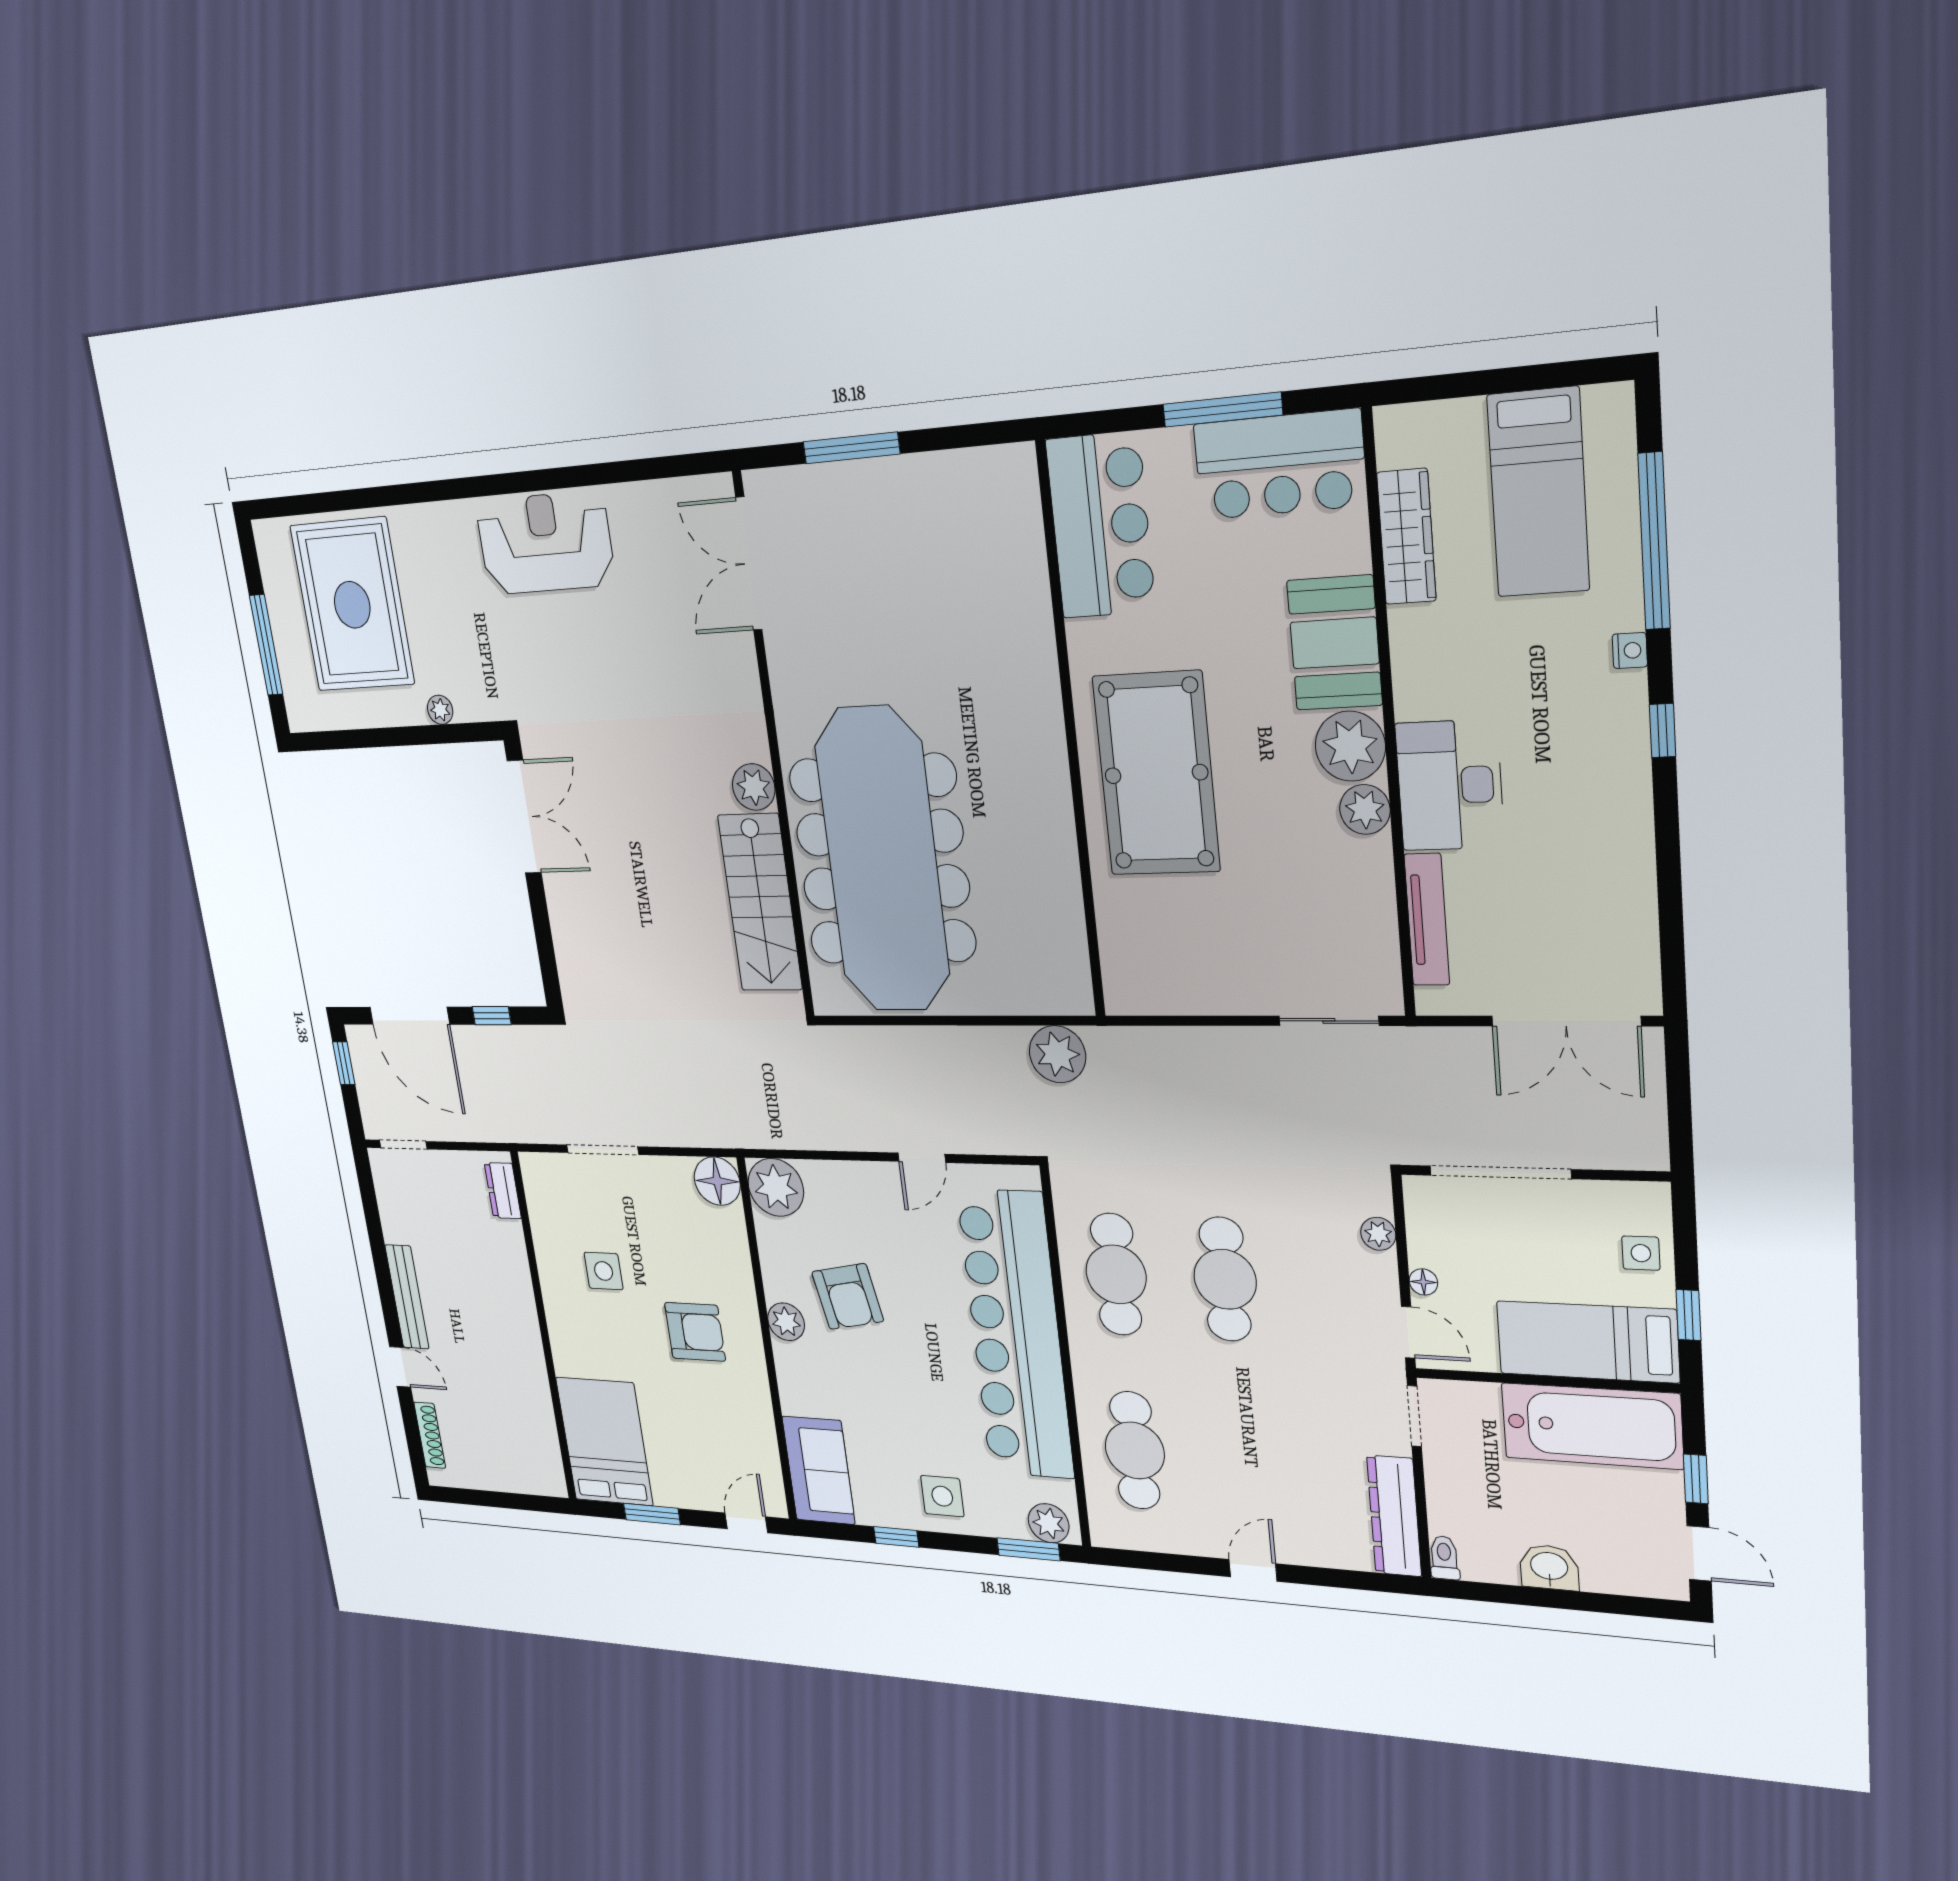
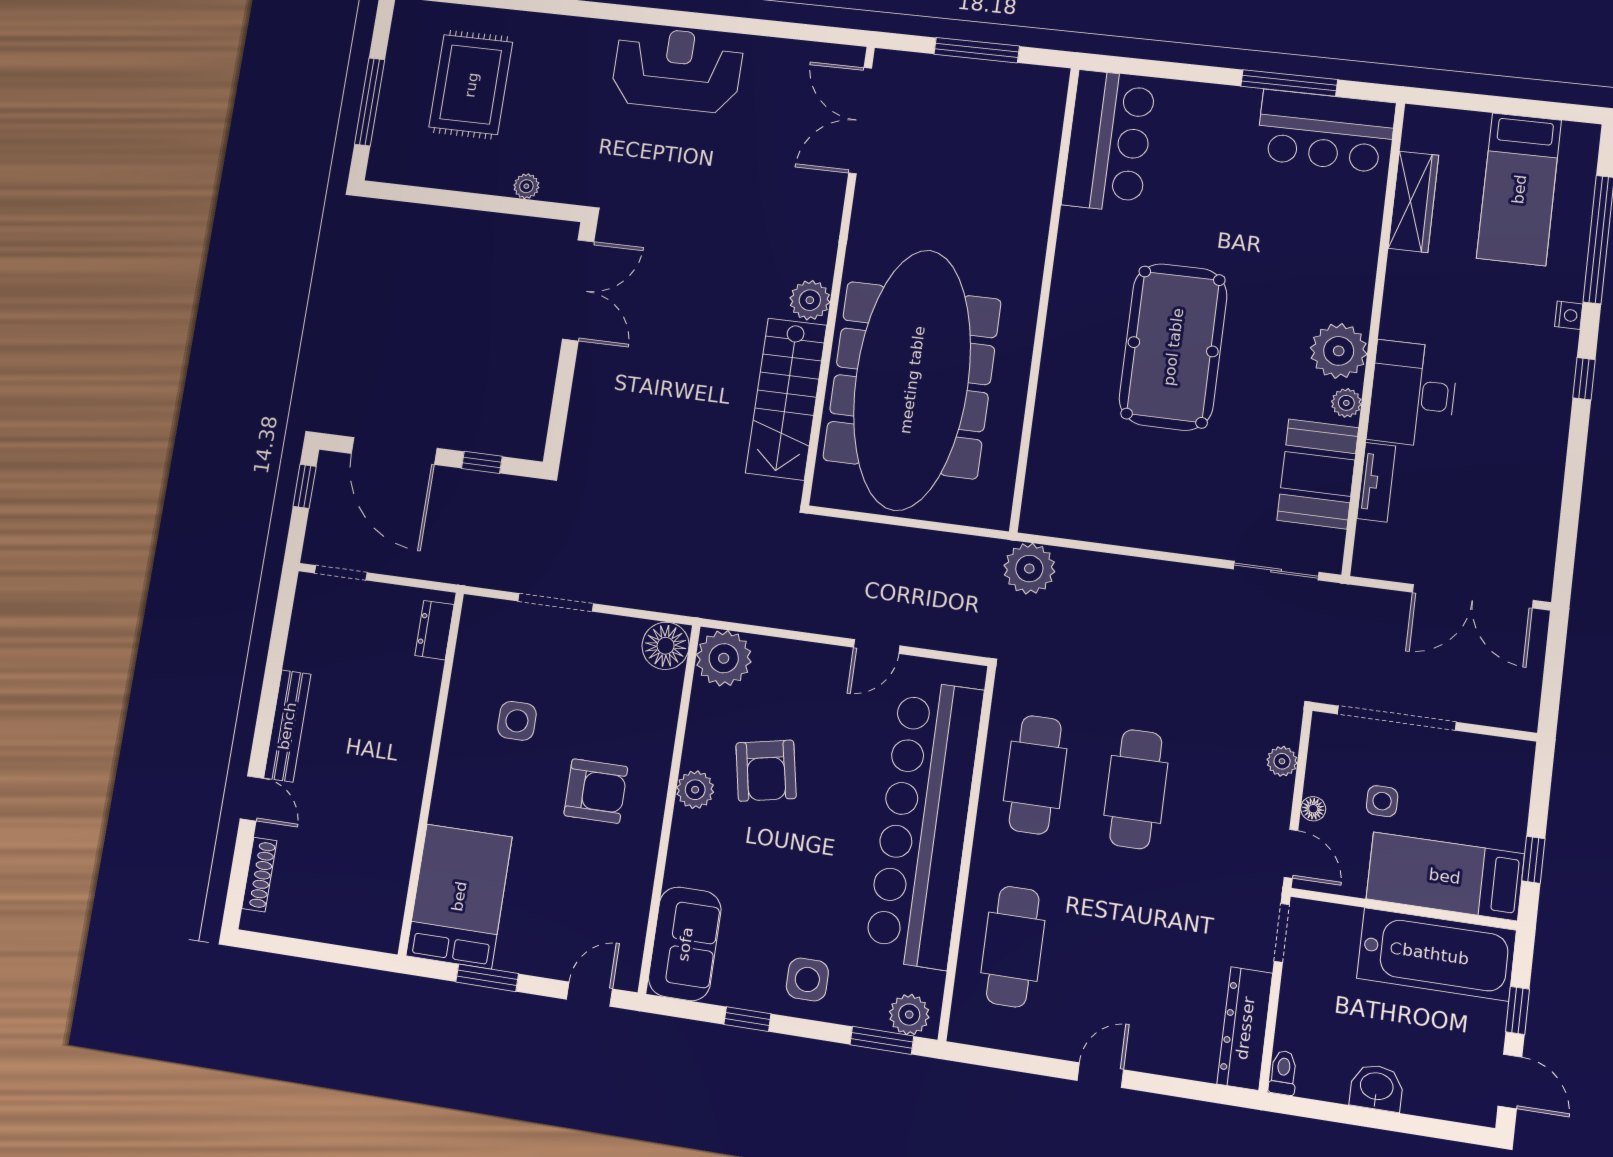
bar counter: (1101, 526) -> (1109, 141), moved
rug: (352, 605) -> (471, 85), width x0.73, depth x0.69
booth: (1335, 643) -> (1318, 474), moved
wall: (1071, 736) -> (1045, 298), moved
plant: (1365, 809) -> (1346, 403), width x0.73, depth x0.73
tv unit: (1427, 920) -> (1376, 482), width x0.71
side table: (1641, 1253) -> (1382, 801), moved

